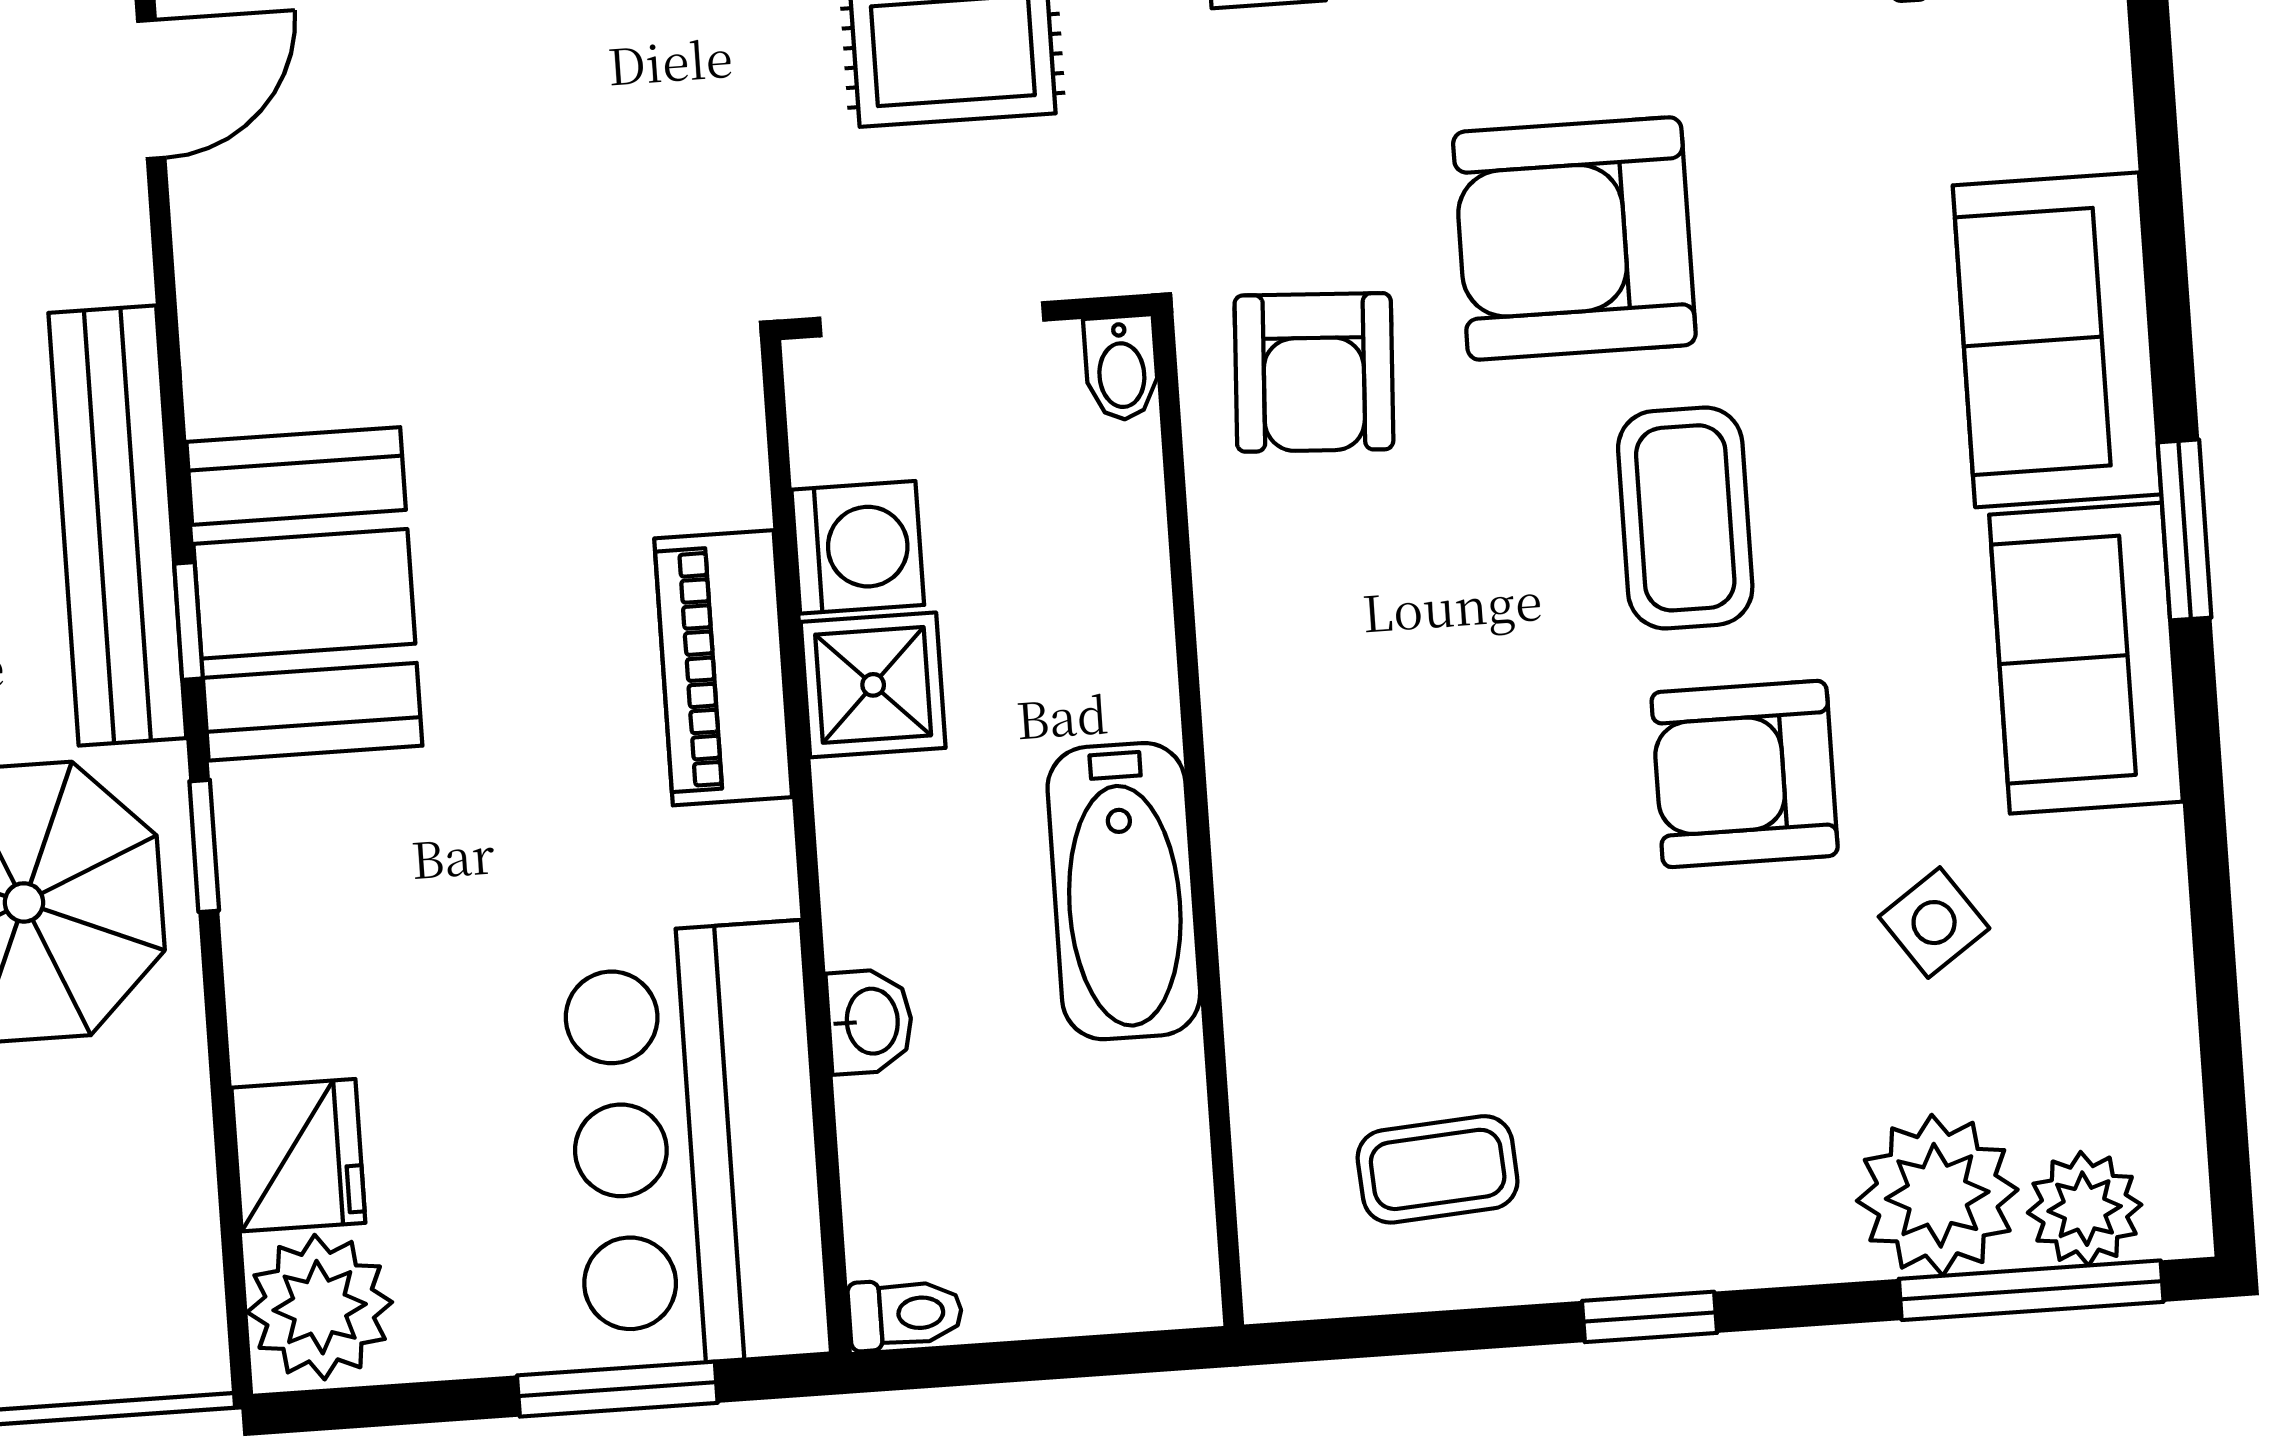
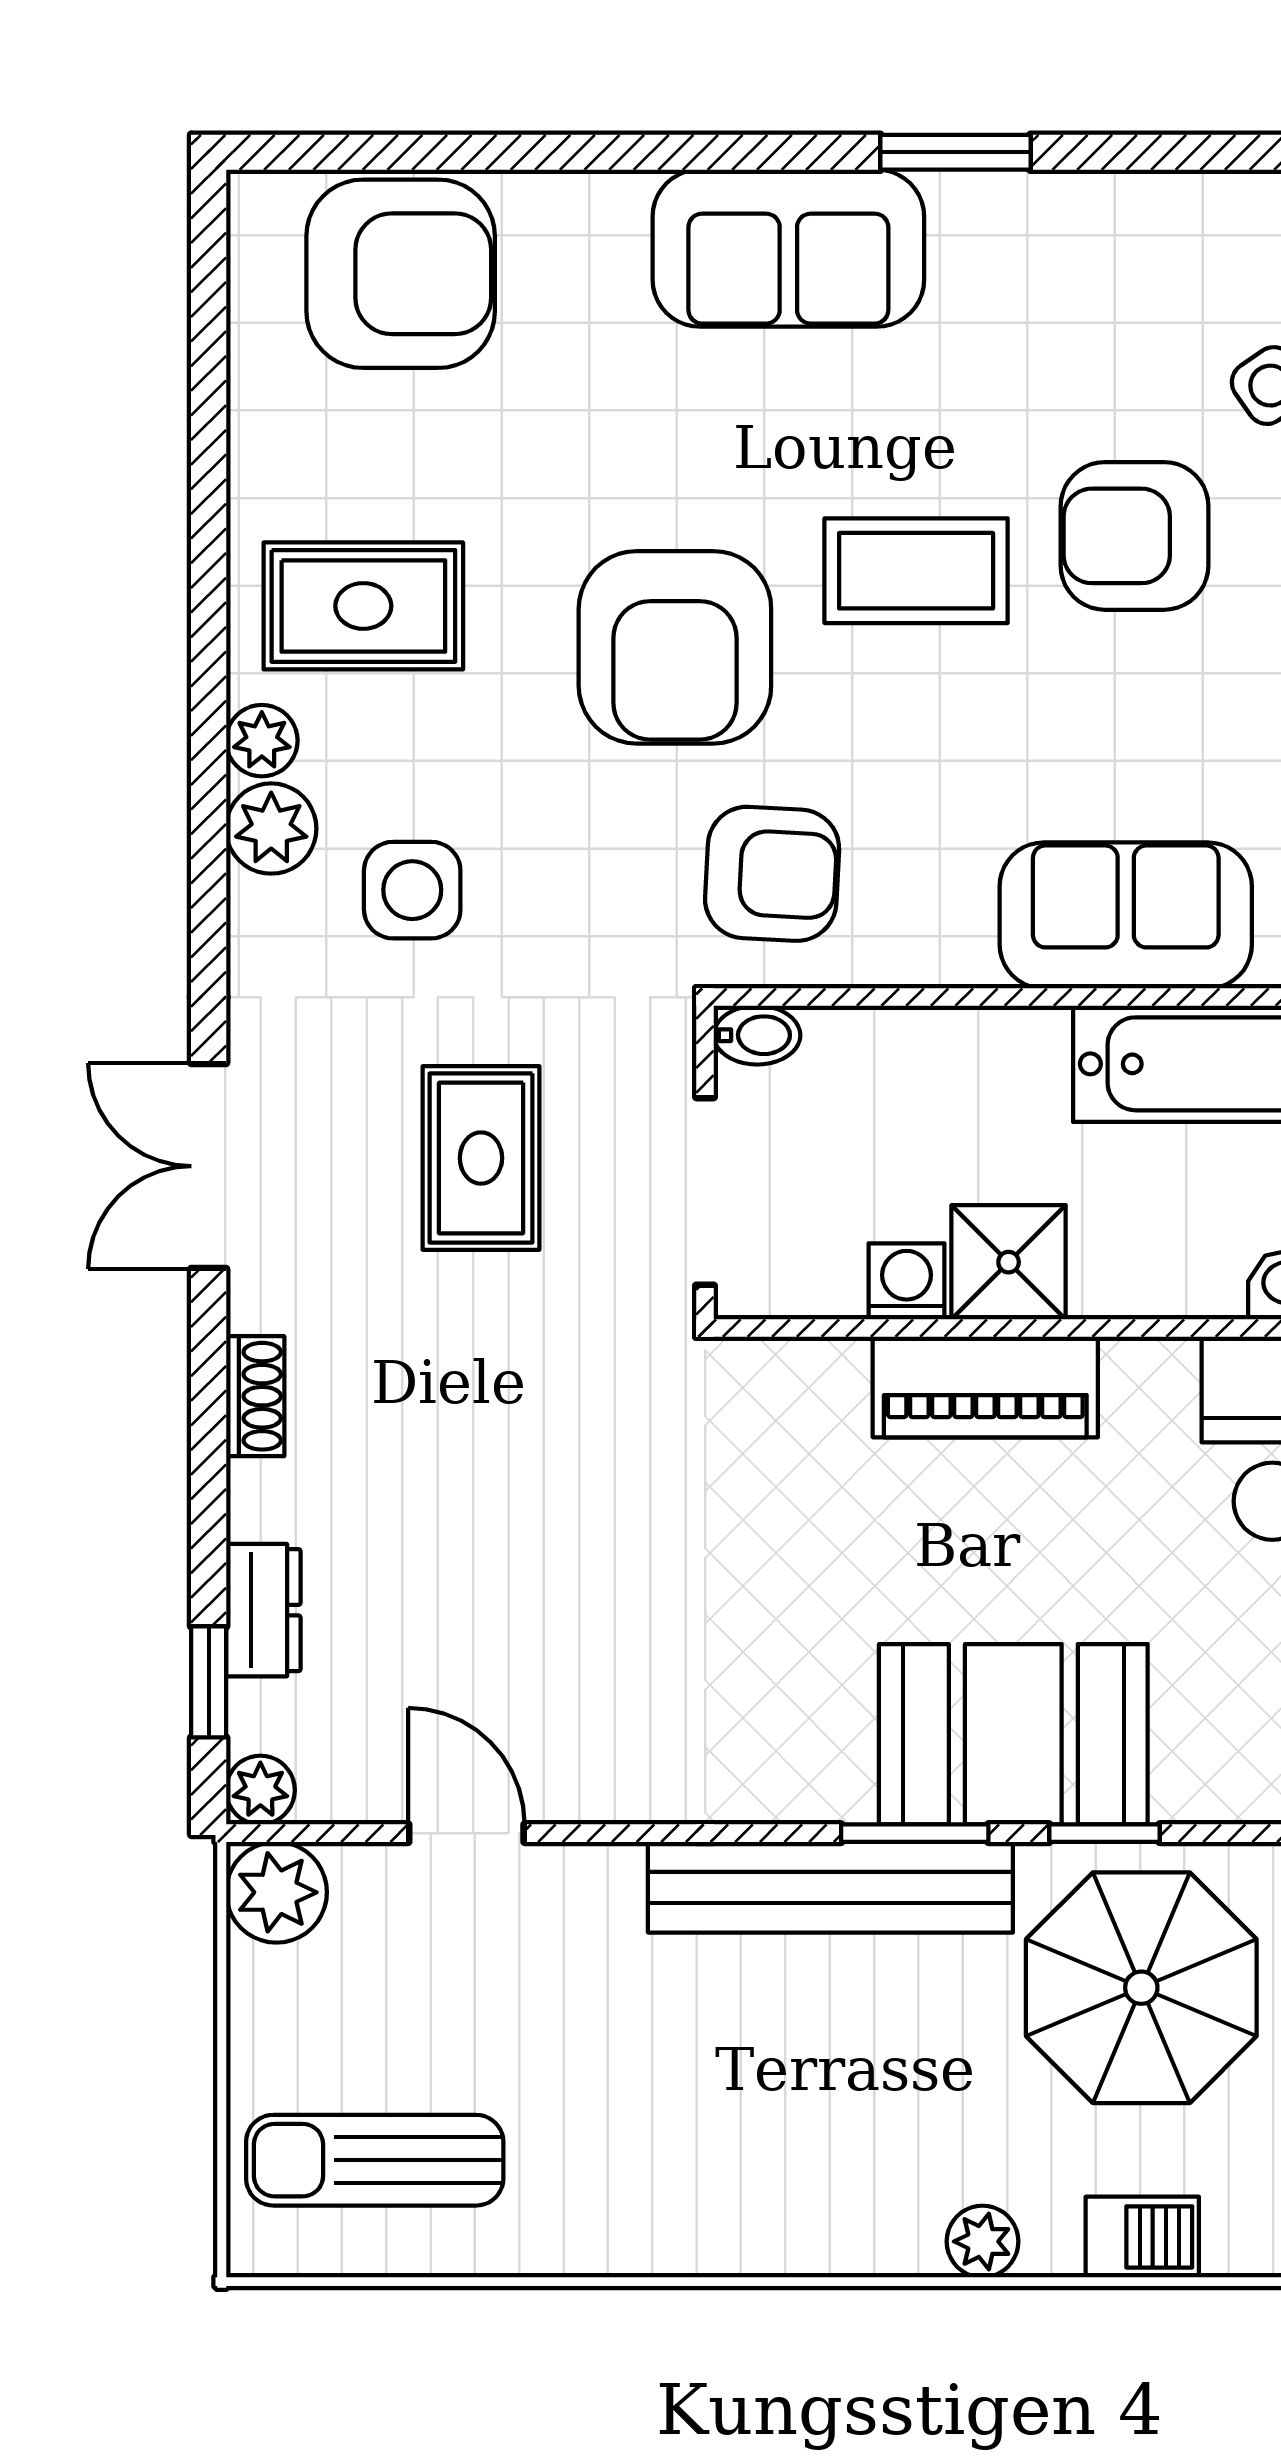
washing machine: (858, 547) -> (907, 1281), width x0.73, depth x0.73
booth: (304, 594) -> (1013, 1734), moved
window: (188, 621) -> (915, 1833), width x1.50
sofa: (2086, 658) -> (1126, 915), moved, turned 180
armchair: (1745, 774) -> (1134, 536), turned 90

